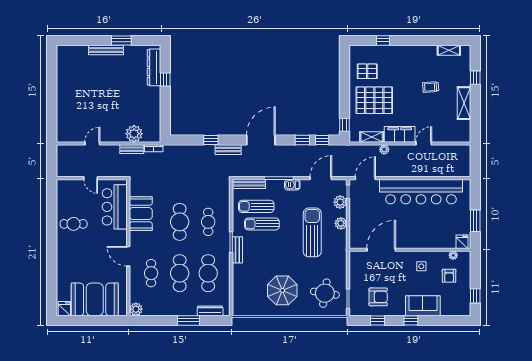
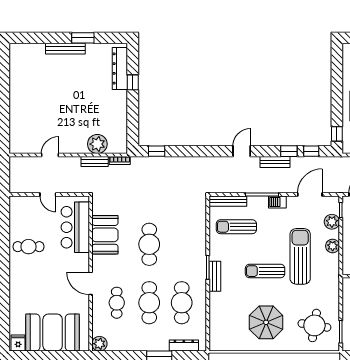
window: (211, 140) -> (157, 151), moved
door: (261, 140) -> (242, 151), width x0.53
bench: (228, 150) -> (275, 162), moved
cafe table: (208, 222) -> (182, 244), removed
sun lounger: (262, 224) -> (265, 271), moved

